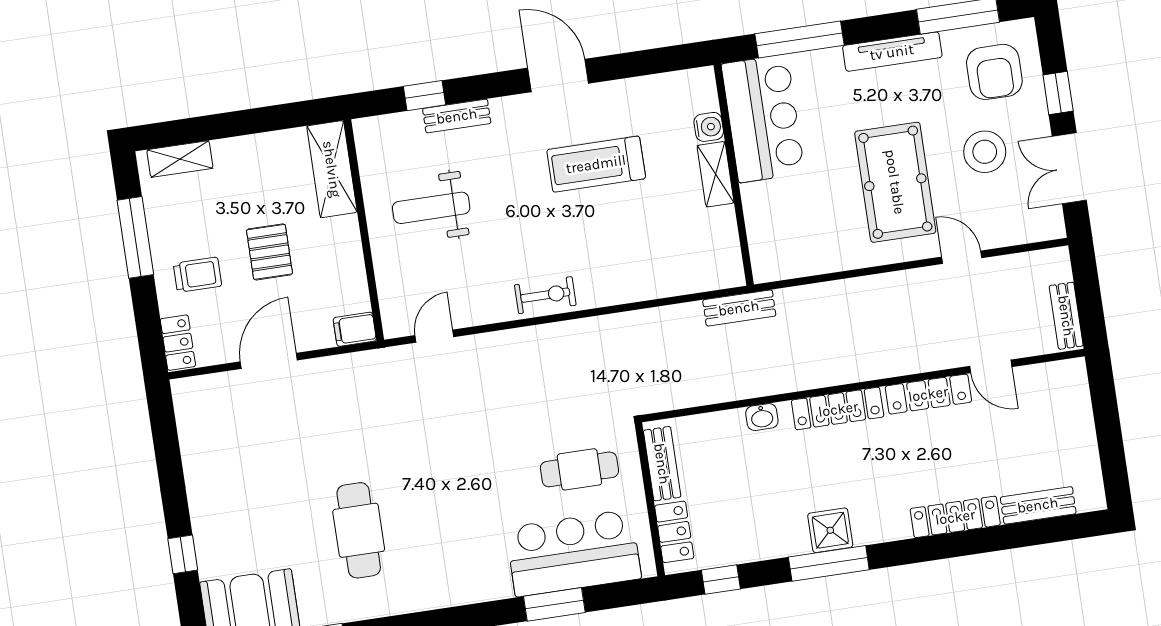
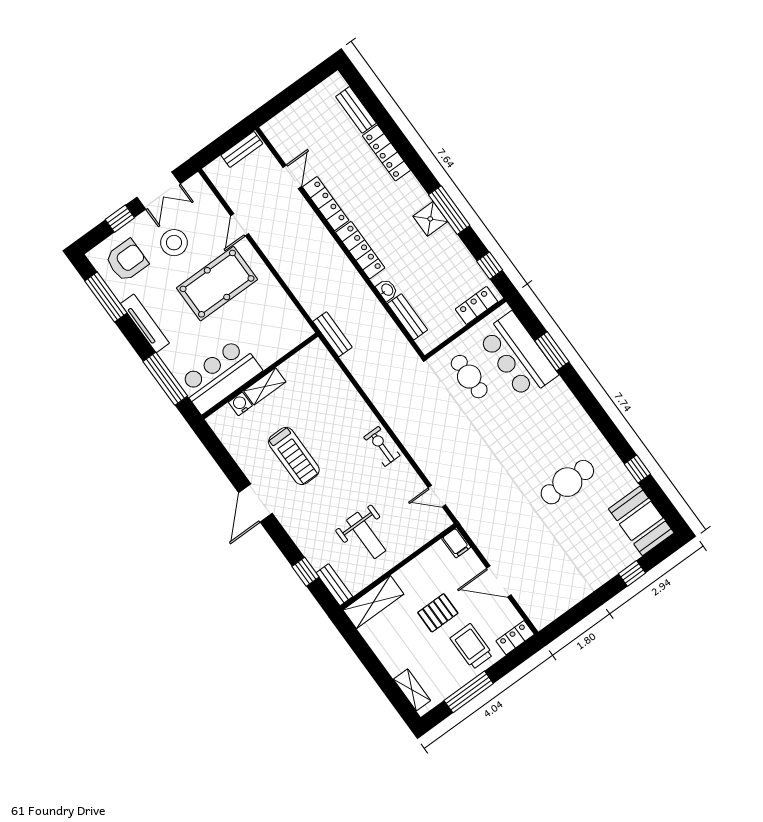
bench: (457, 116) -> (334, 585), moved
trolley: (198, 275) -> (471, 646), width x1.36, depth x1.39
bench: (662, 464) -> (407, 317), moved, turned 90

